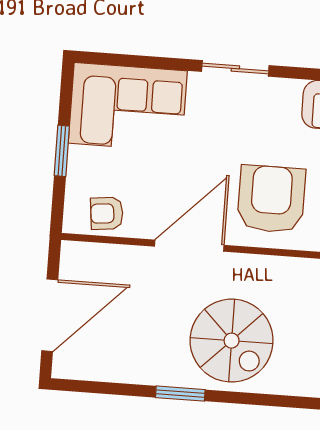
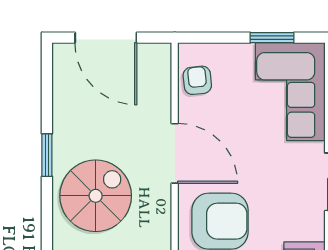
window: (62, 151) -> (272, 38), moved
spiral stairs: (232, 341) -> (96, 196), turned 180

